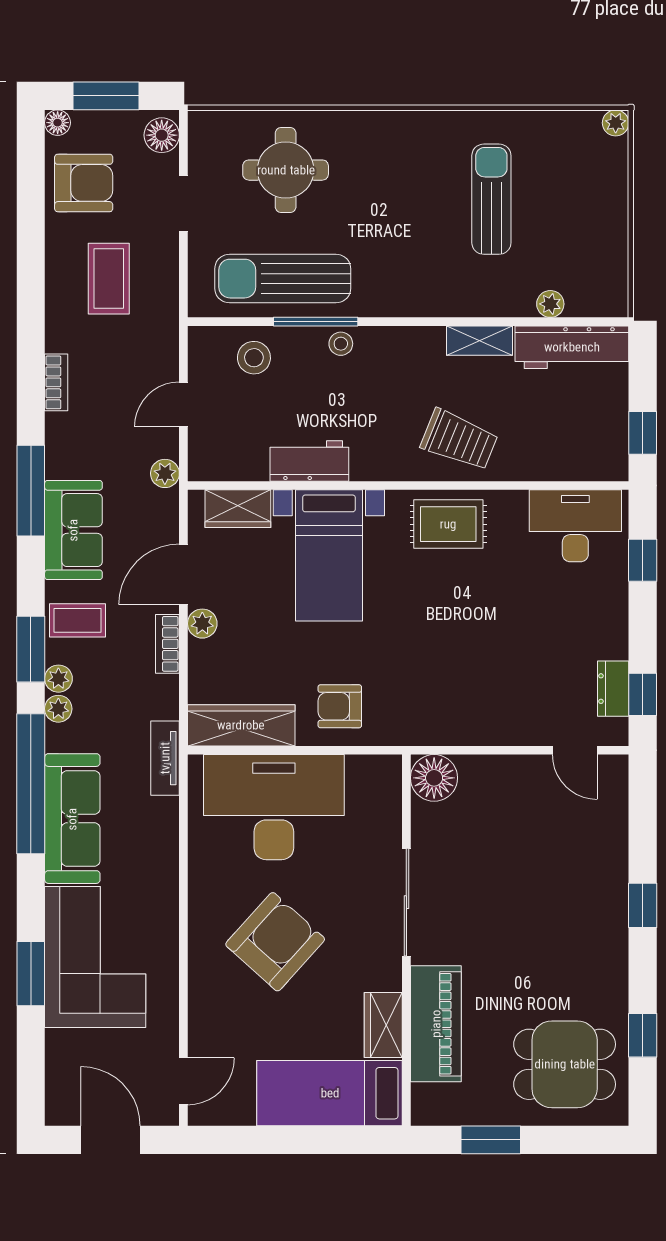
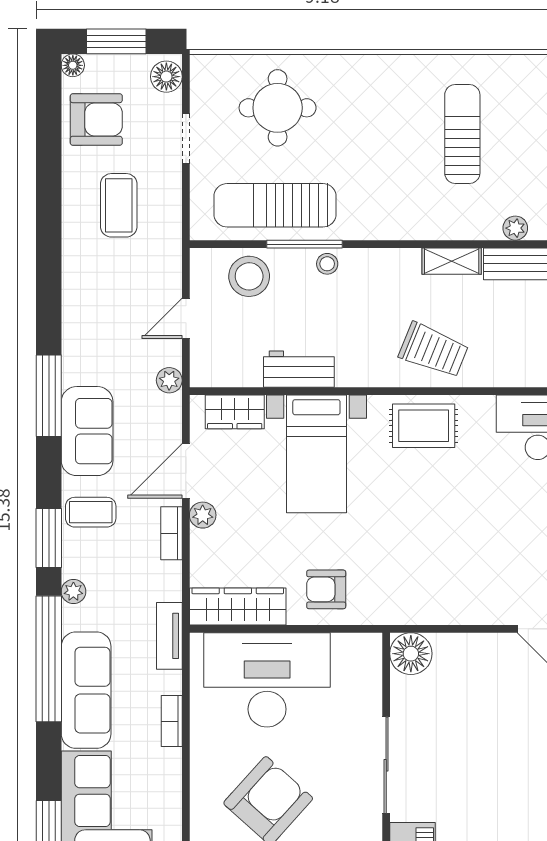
stool: (254, 358) -> (249, 276), width x1.38, depth x1.38
bookcase: (56, 382) -> (172, 721), moved, turned 180
plant: (58, 679) -> (74, 564), removed

